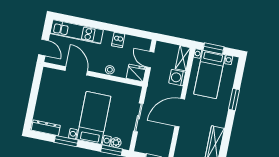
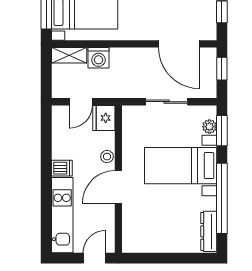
dishwasher: (118, 40) -> (62, 168), moved
door: (76, 71) -> (118, 187), moved
door: (180, 113) -> (179, 44), moved
window: (66, 141) -> (222, 198), width x2.11

